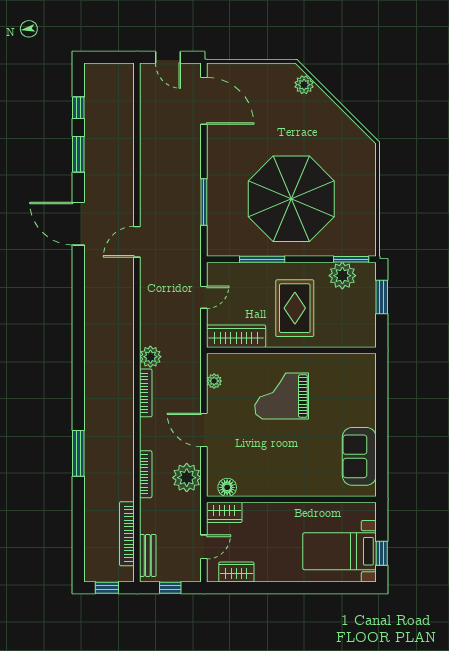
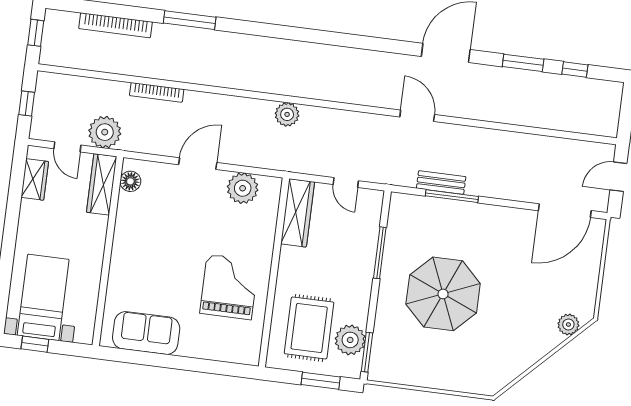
parasol: (291, 199) -> (443, 294), width x0.73, depth x0.73
rug: (295, 308) -> (309, 328), moved, turned 90
plant: (214, 381) -> (243, 188), width x1.88, depth x1.88
bookcase: (146, 393) -> (247, 104), removed
grand piano: (282, 396) -> (229, 287), moved
plant: (187, 478) -> (105, 132), moved
wardrobe: (224, 512) -> (102, 184), width x1.50
bookcase: (127, 534) -> (116, 25), moved, turned 180
bench: (148, 555) -> (441, 182), moved

